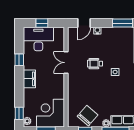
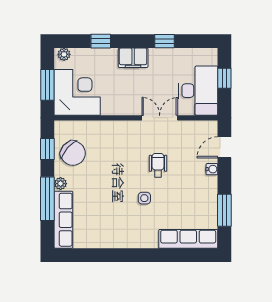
door: (84, 23) -> (224, 147), hinge flipped
desk: (38, 39) -> (198, 91), moved
window: (19, 113) -> (101, 41), moved

